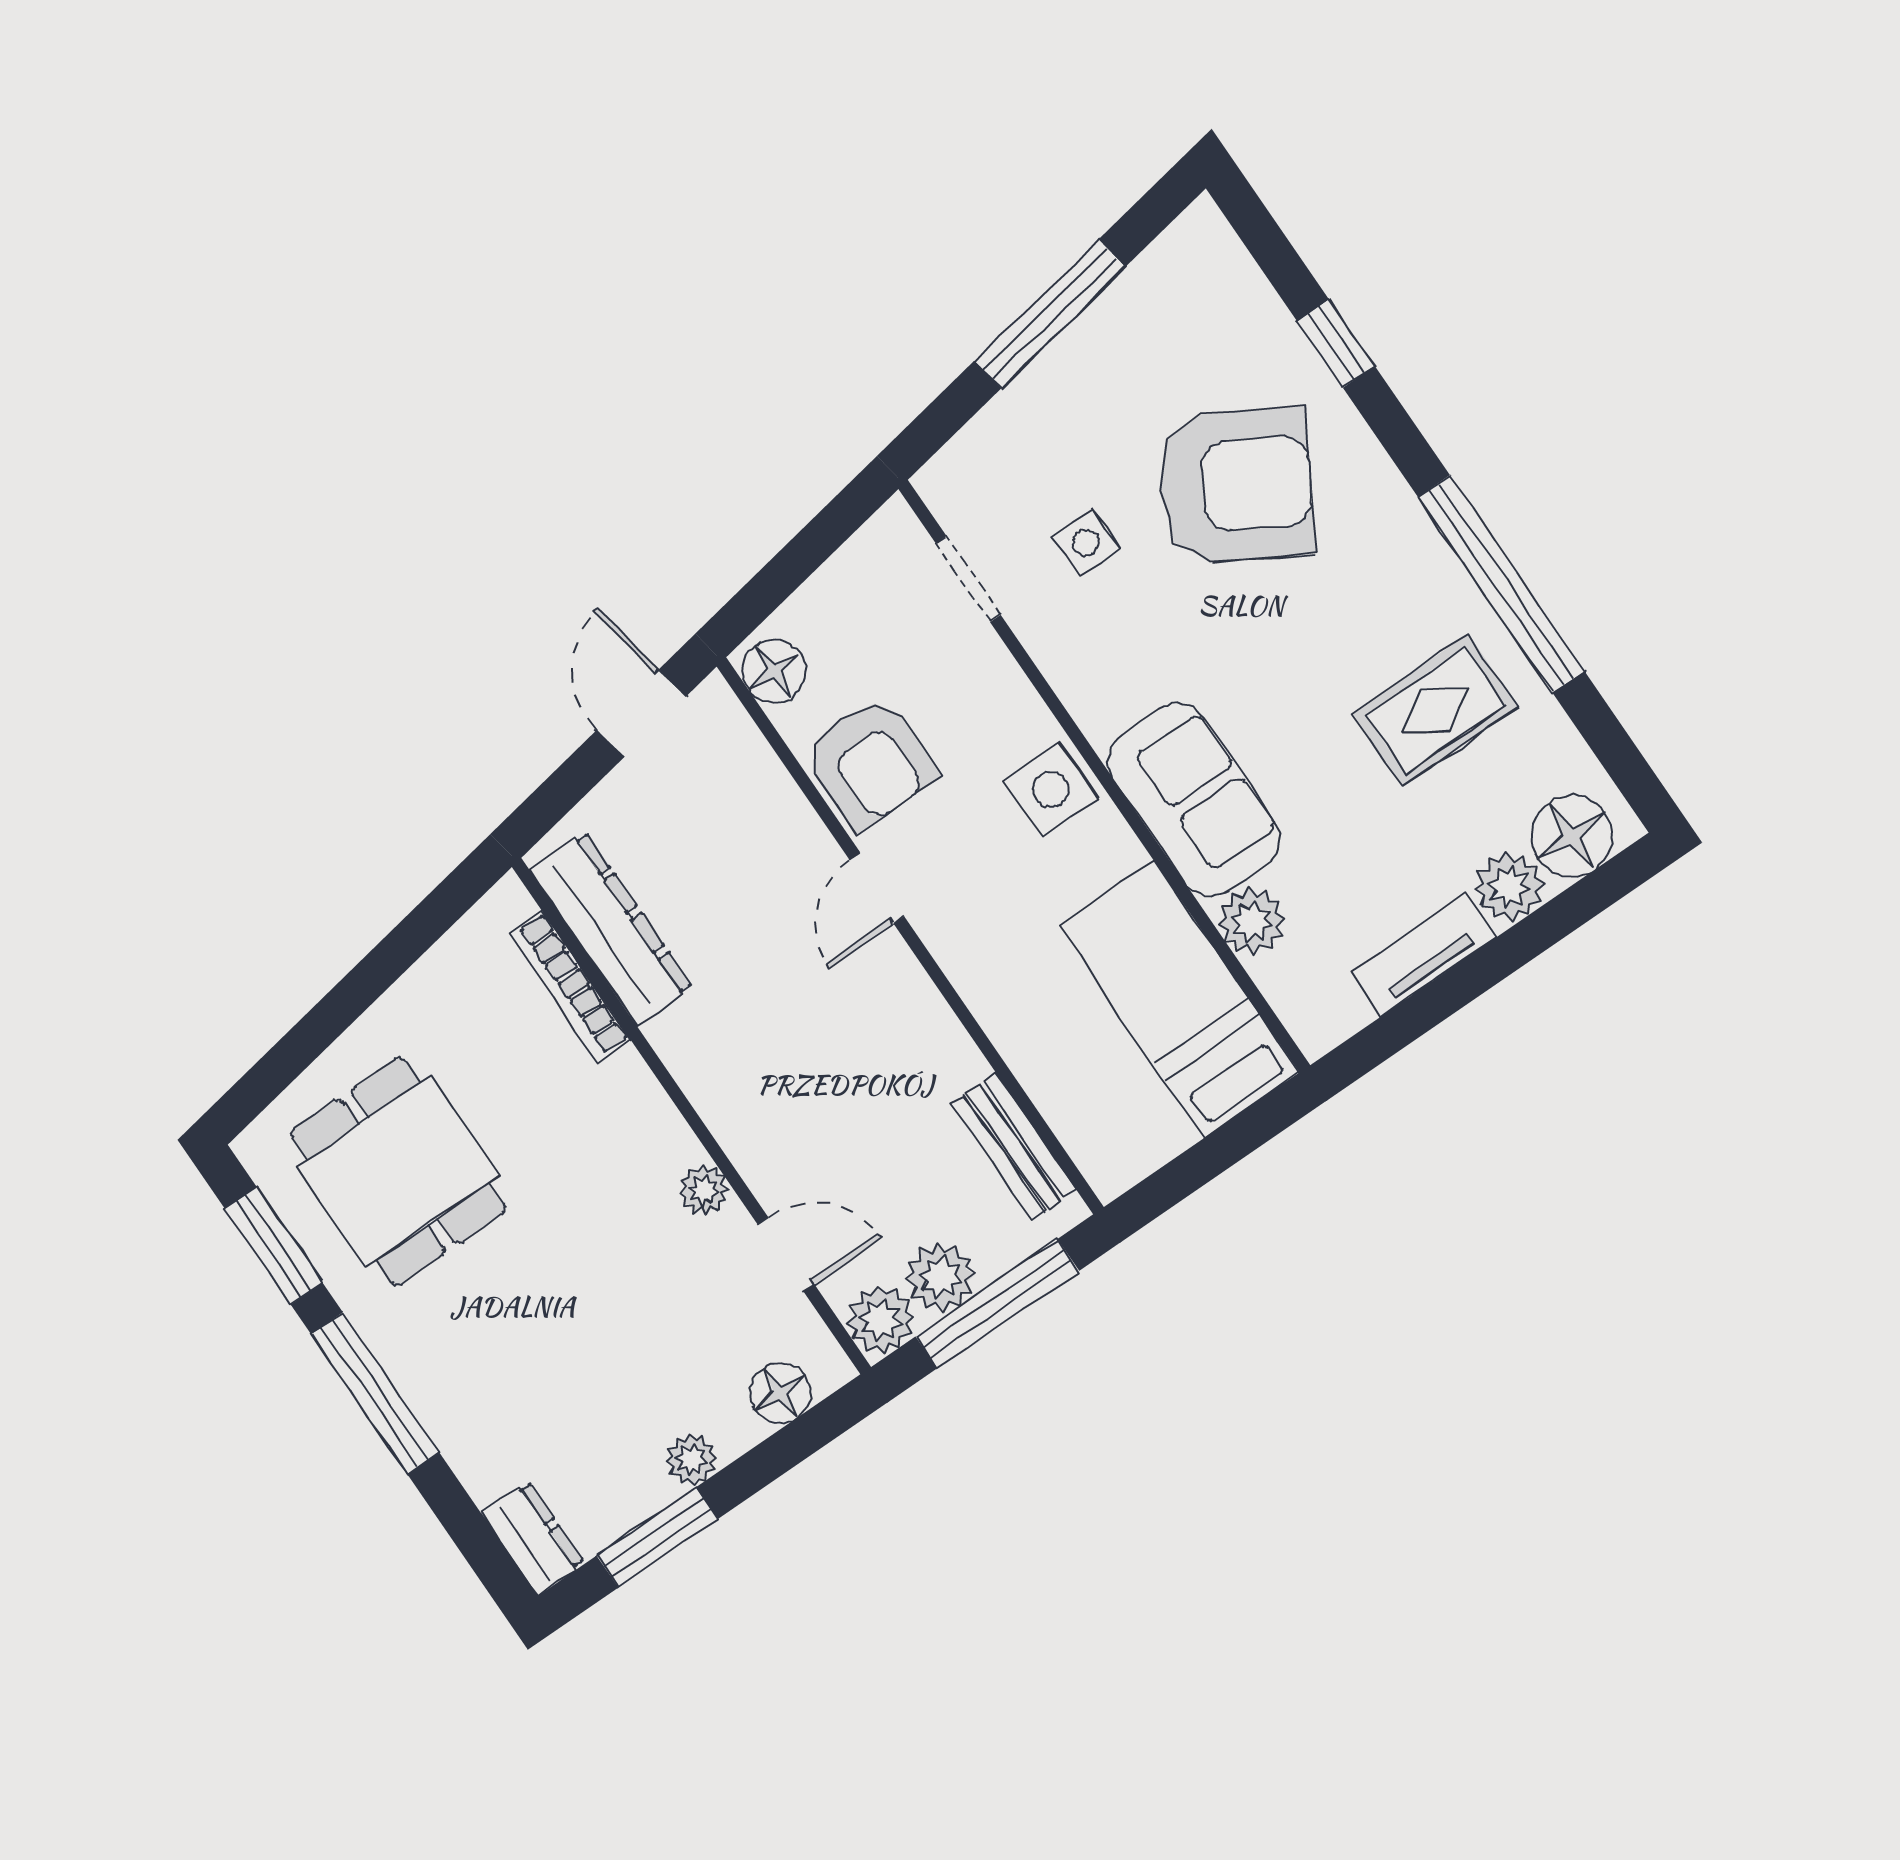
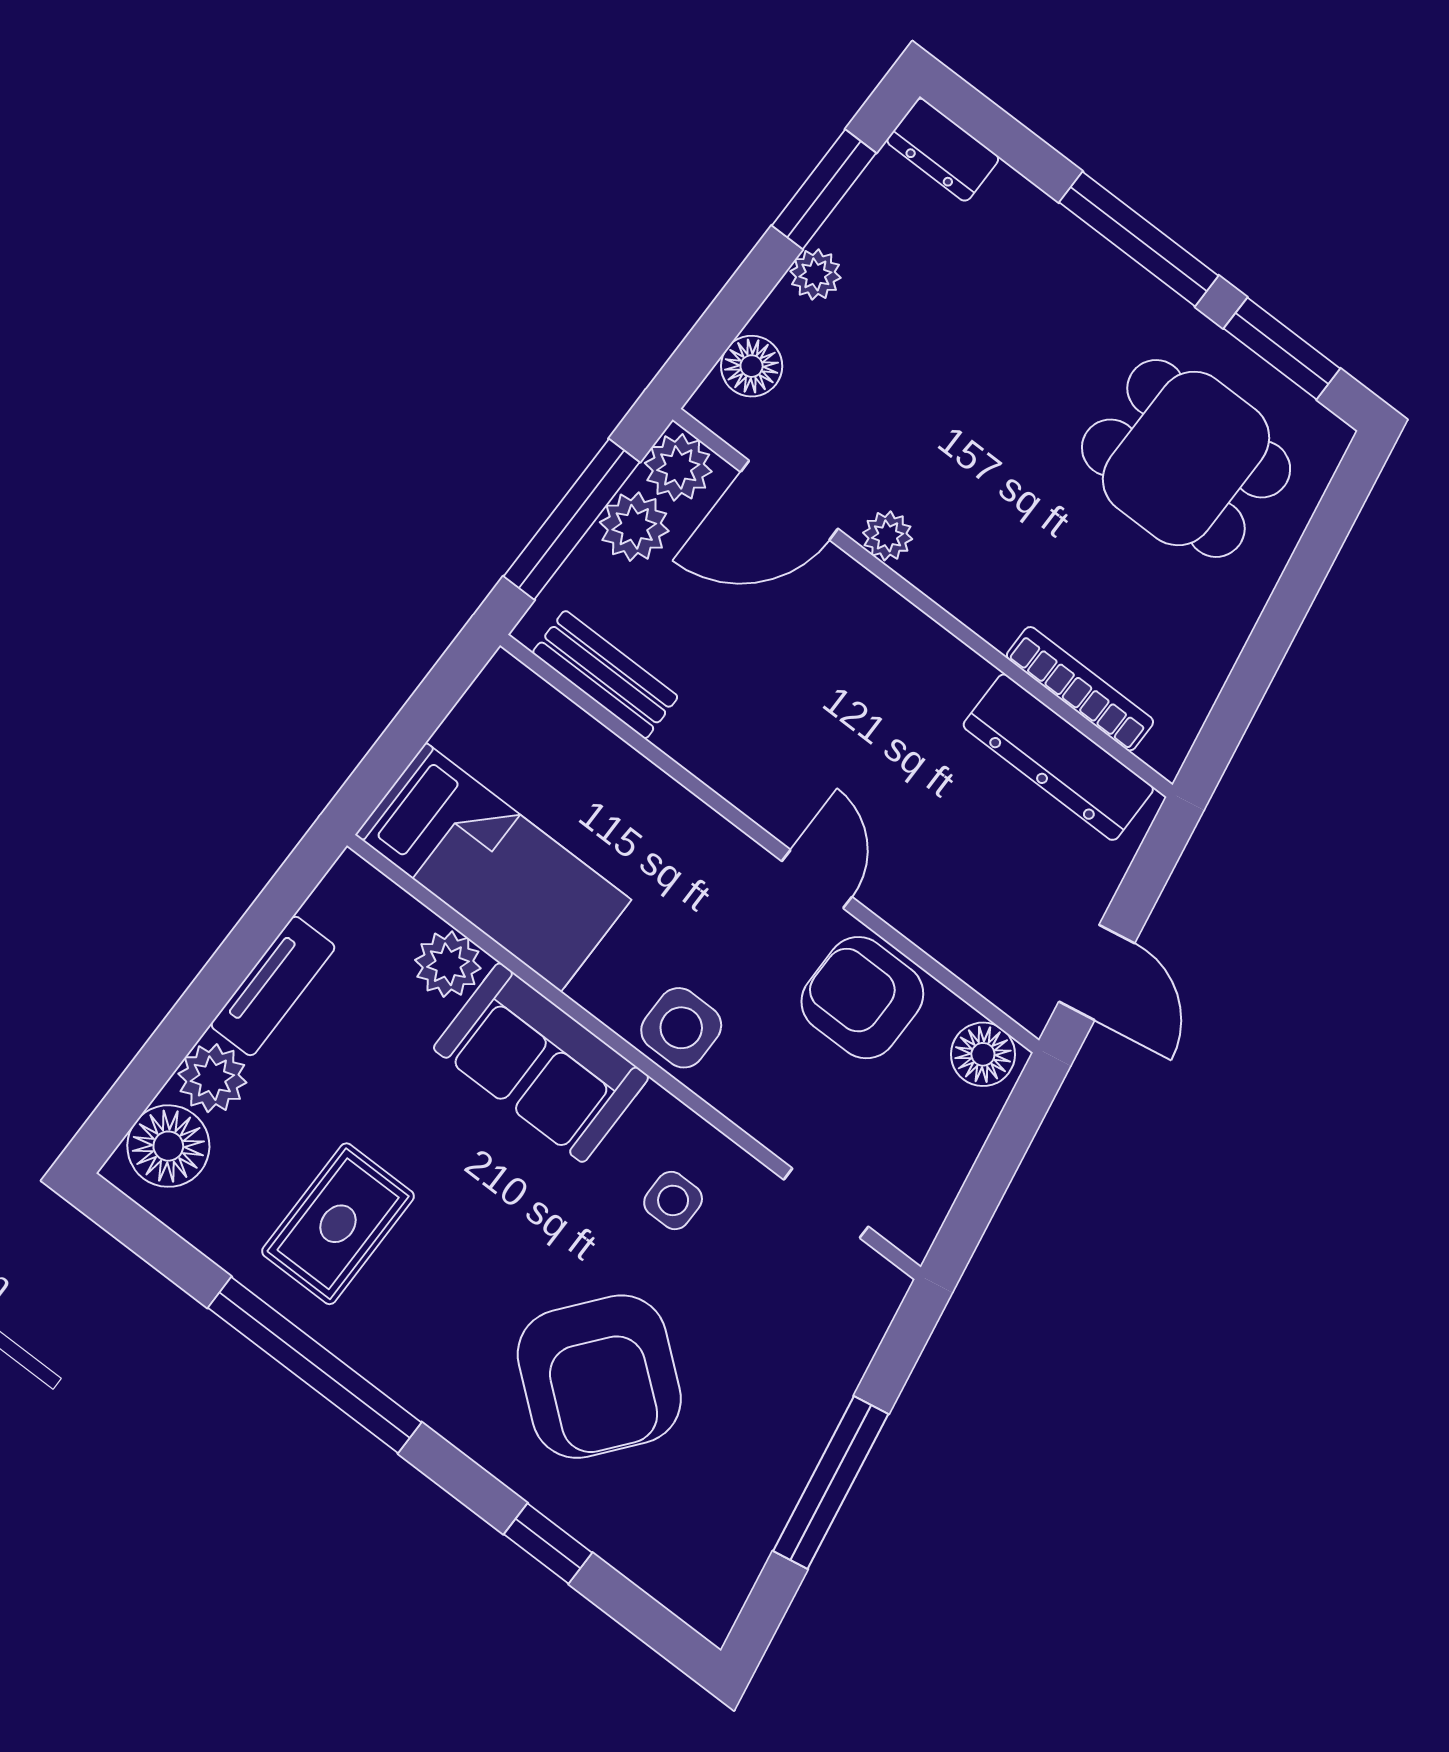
armchair: (1236, 485) -> (599, 1377), turned -81
side table: (1086, 542) -> (673, 1200), moved
door: (786, 1254) -> (789, 500), width x1.38

